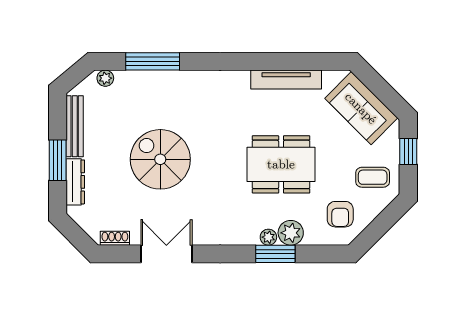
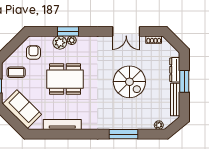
window: (153, 61) -> (124, 134), moved

